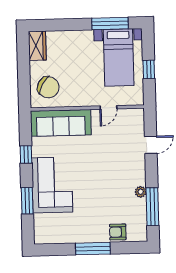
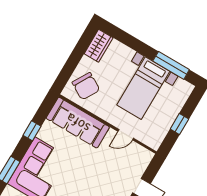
bed with nightstands: (119, 58) -> (143, 88), moved

